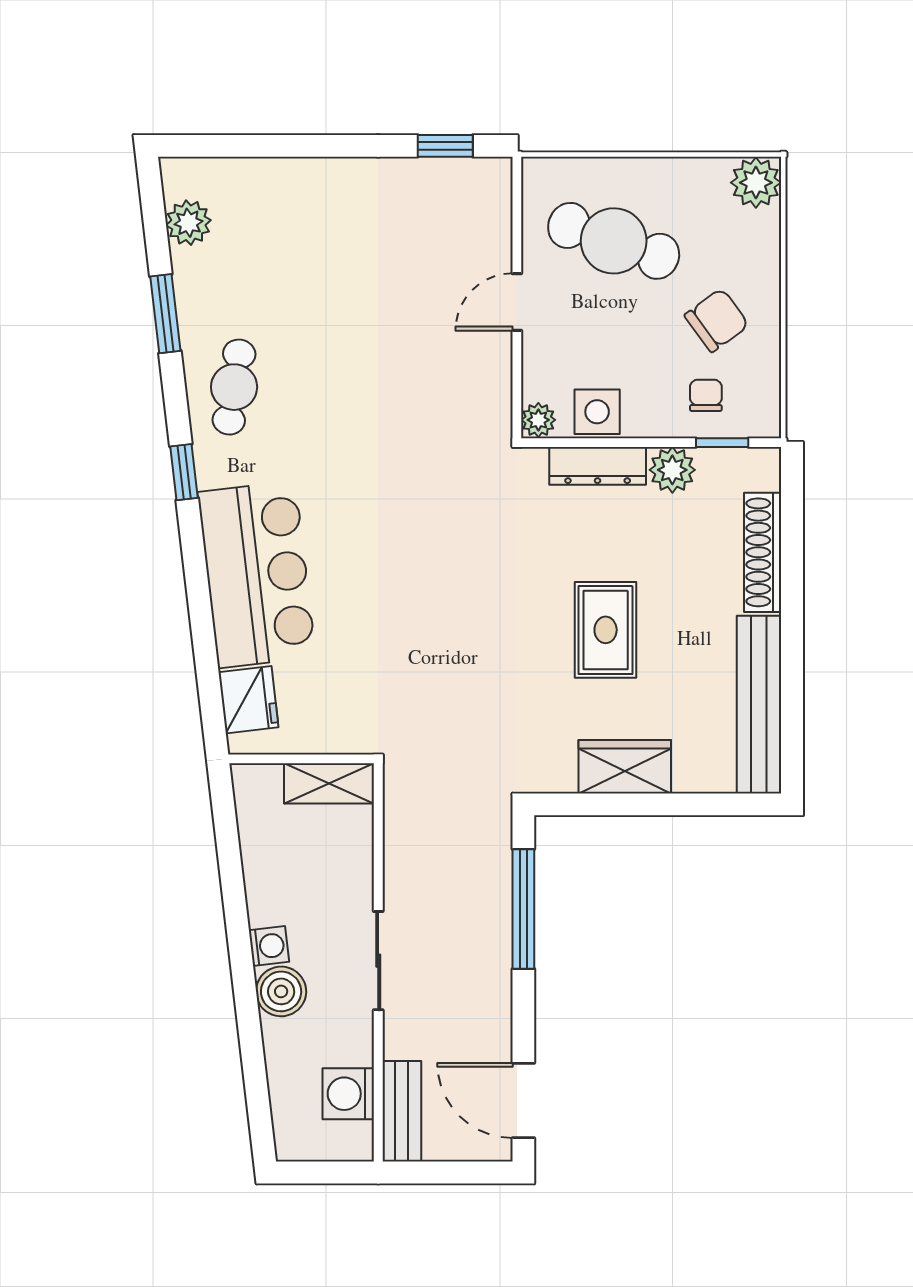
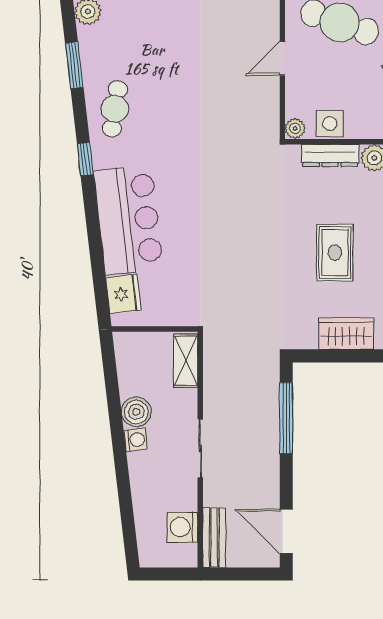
shelving: (329, 783) -> (186, 361), moved, turned 90
boiler: (281, 991) -> (136, 412), moved

